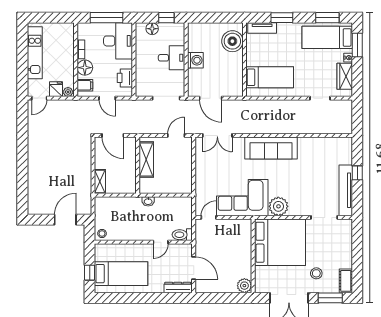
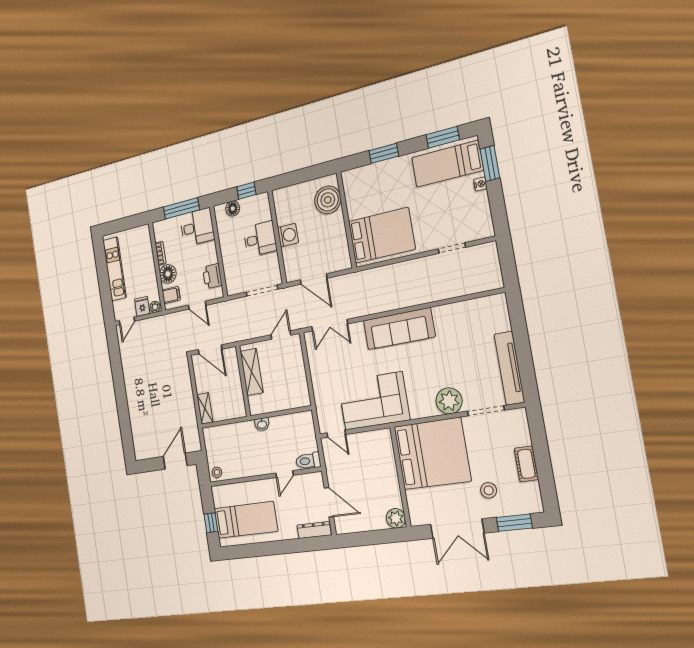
tv unit: (262, 28) -> (361, 173), removed
desk: (118, 41) -> (197, 227), width x0.73
wardrobe: (345, 76) -> (480, 210), removed
bed: (270, 77) -> (382, 235), width x1.50
window: (357, 173) -> (521, 341), removed
plant: (278, 206) -> (449, 401), moved
door: (209, 217) -> (336, 434), swing flipped
cot: (346, 281) -> (526, 464), moved

